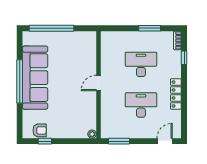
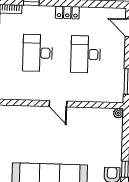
locker: (176, 94) -> (67, 12), width x0.66

